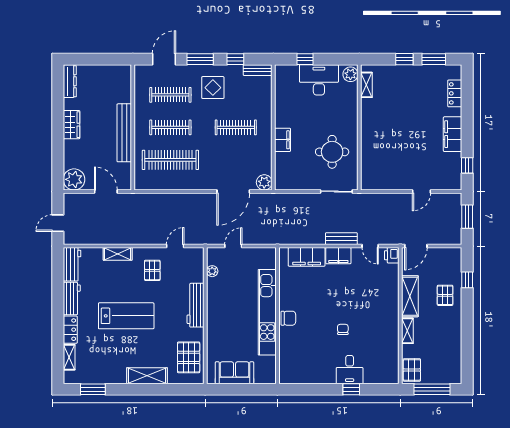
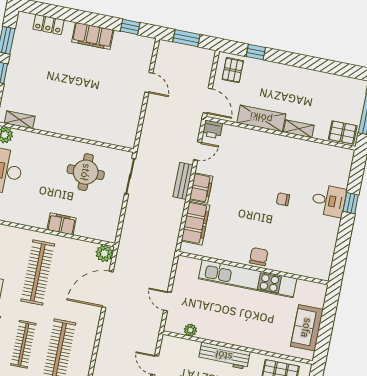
clothes rail: (236, 127) -> (38, 273), width x1.37, depth x1.31
door: (233, 191) -> (108, 289), swing flipped
pallet: (445, 295) -> (233, 70), moved, turned 90

